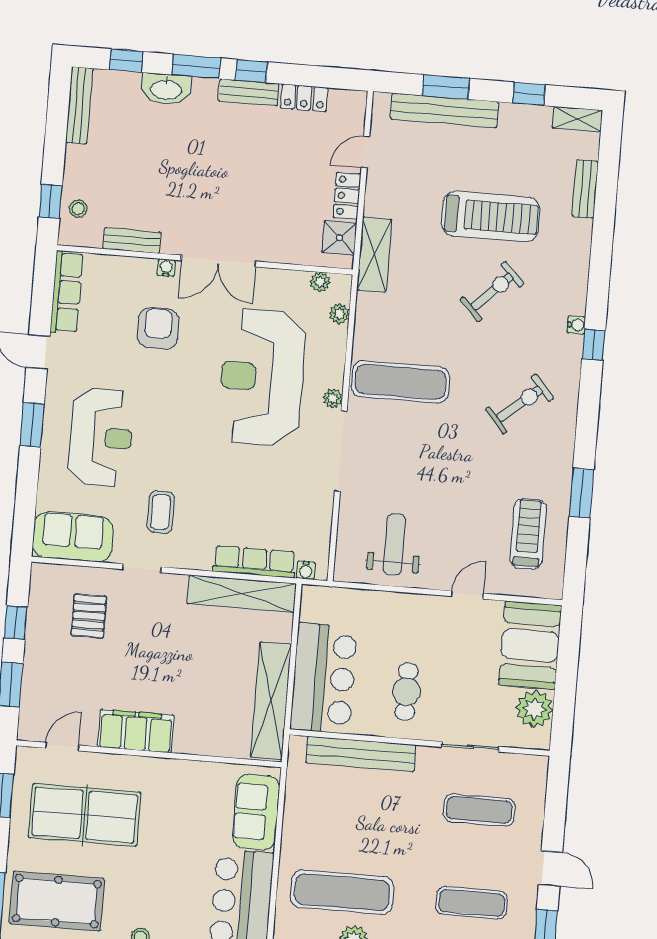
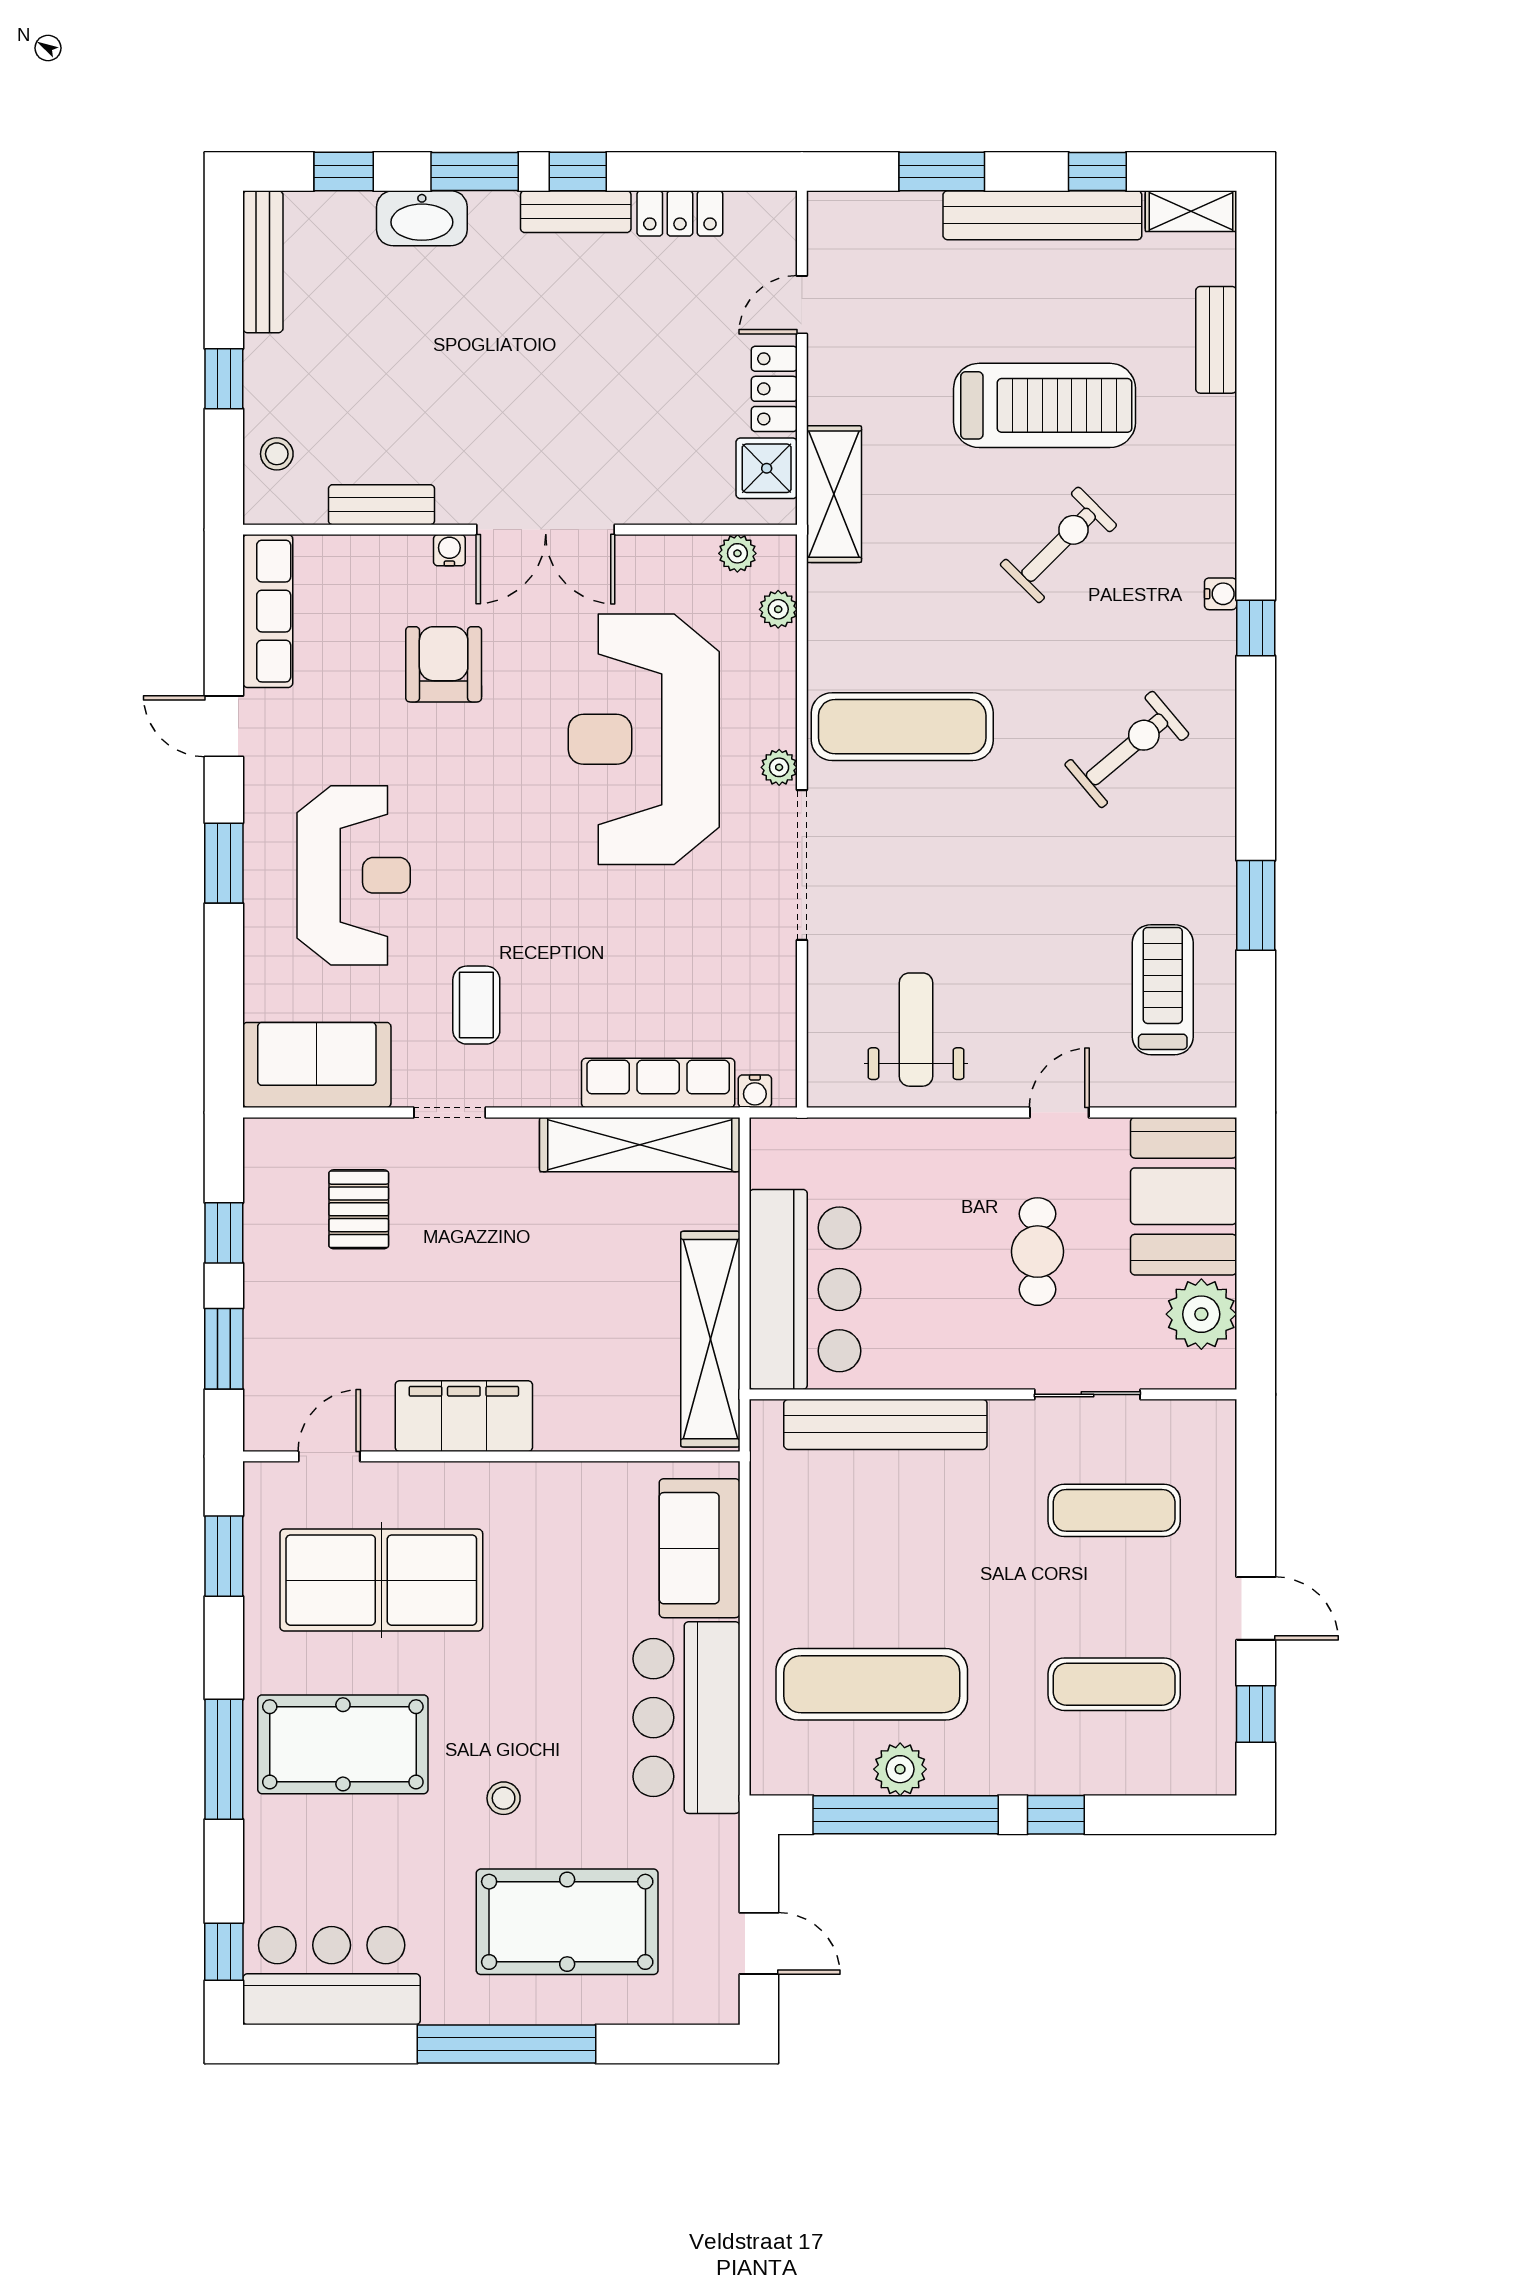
bench: (444, 110) -> (1042, 215), moved
window: (50, 201) -> (224, 379), moved
cafe table: (406, 692) -> (1037, 1252), moved

